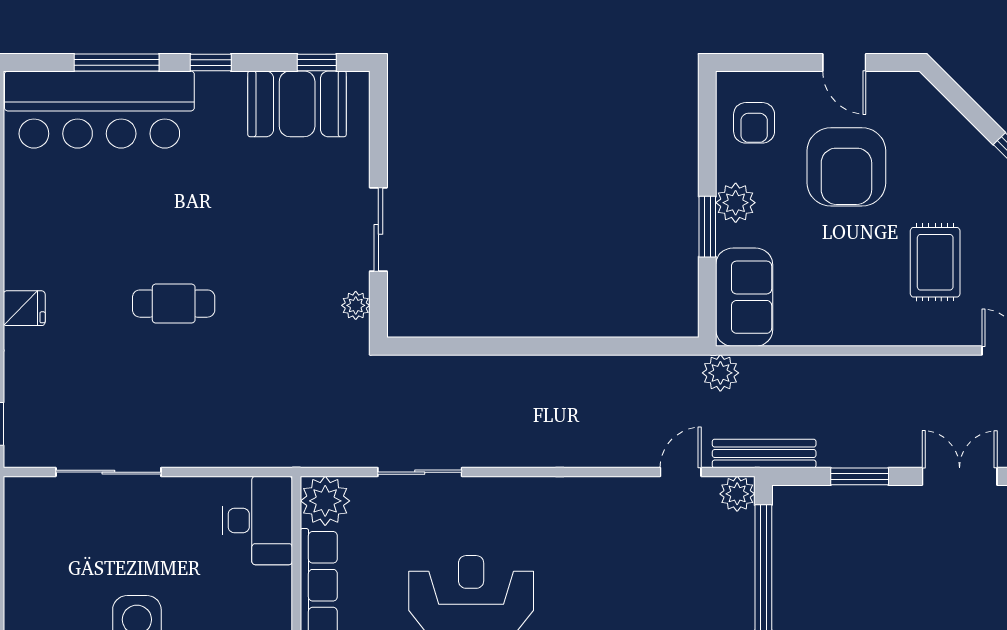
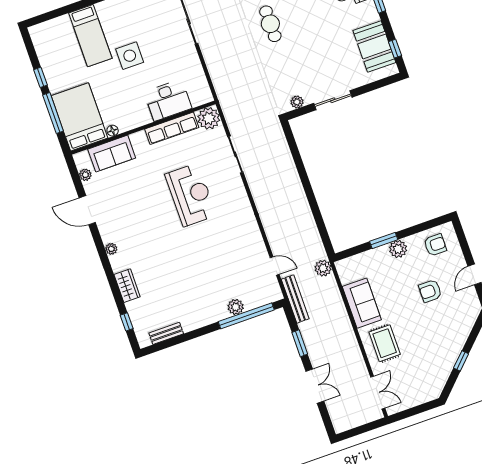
armchair: (754, 123) -> (435, 245), turned 180
armchair: (846, 167) -> (430, 291), width x0.53, depth x0.53
rug: (935, 262) -> (385, 343), moved, turned 90
sofa: (744, 297) -> (362, 303), moved, turned -90
plant: (737, 494) -> (236, 307), moved
desk: (257, 521) -> (168, 100), moved

